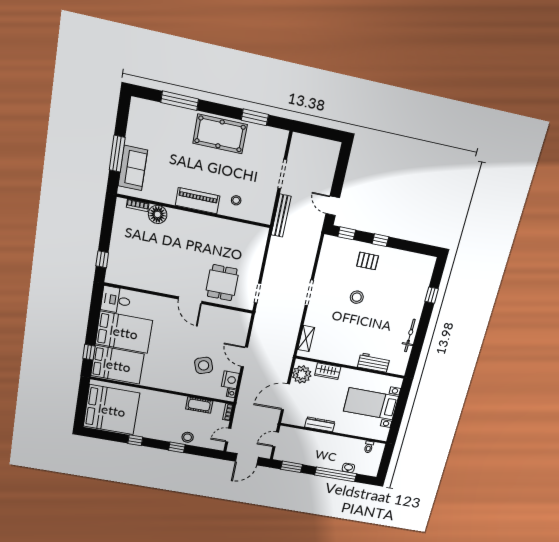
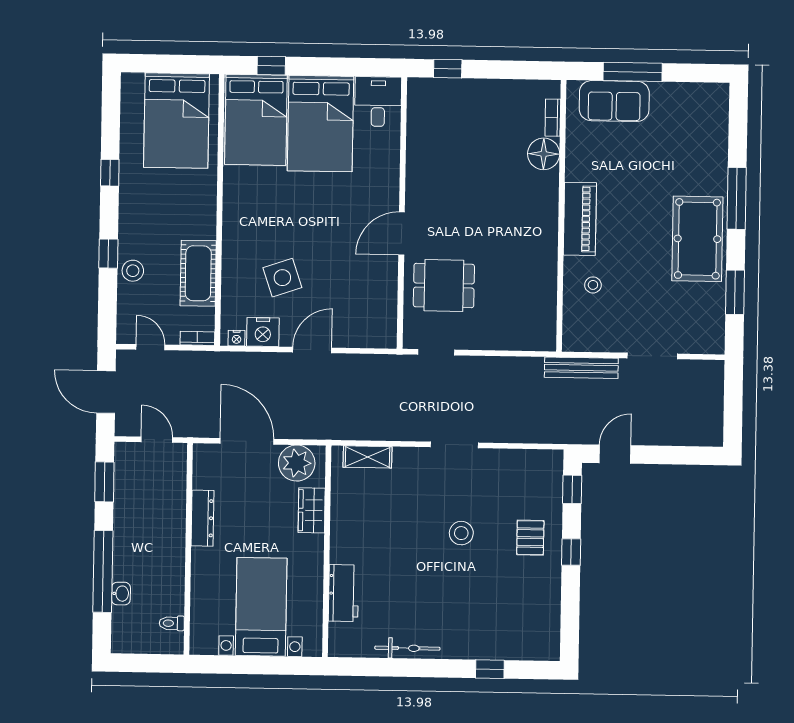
window: (180, 101) -> (737, 198), moved
cot: (199, 405) -> (198, 273), width x1.37, depth x1.34
bed: (112, 410) -> (177, 121), width x0.73

